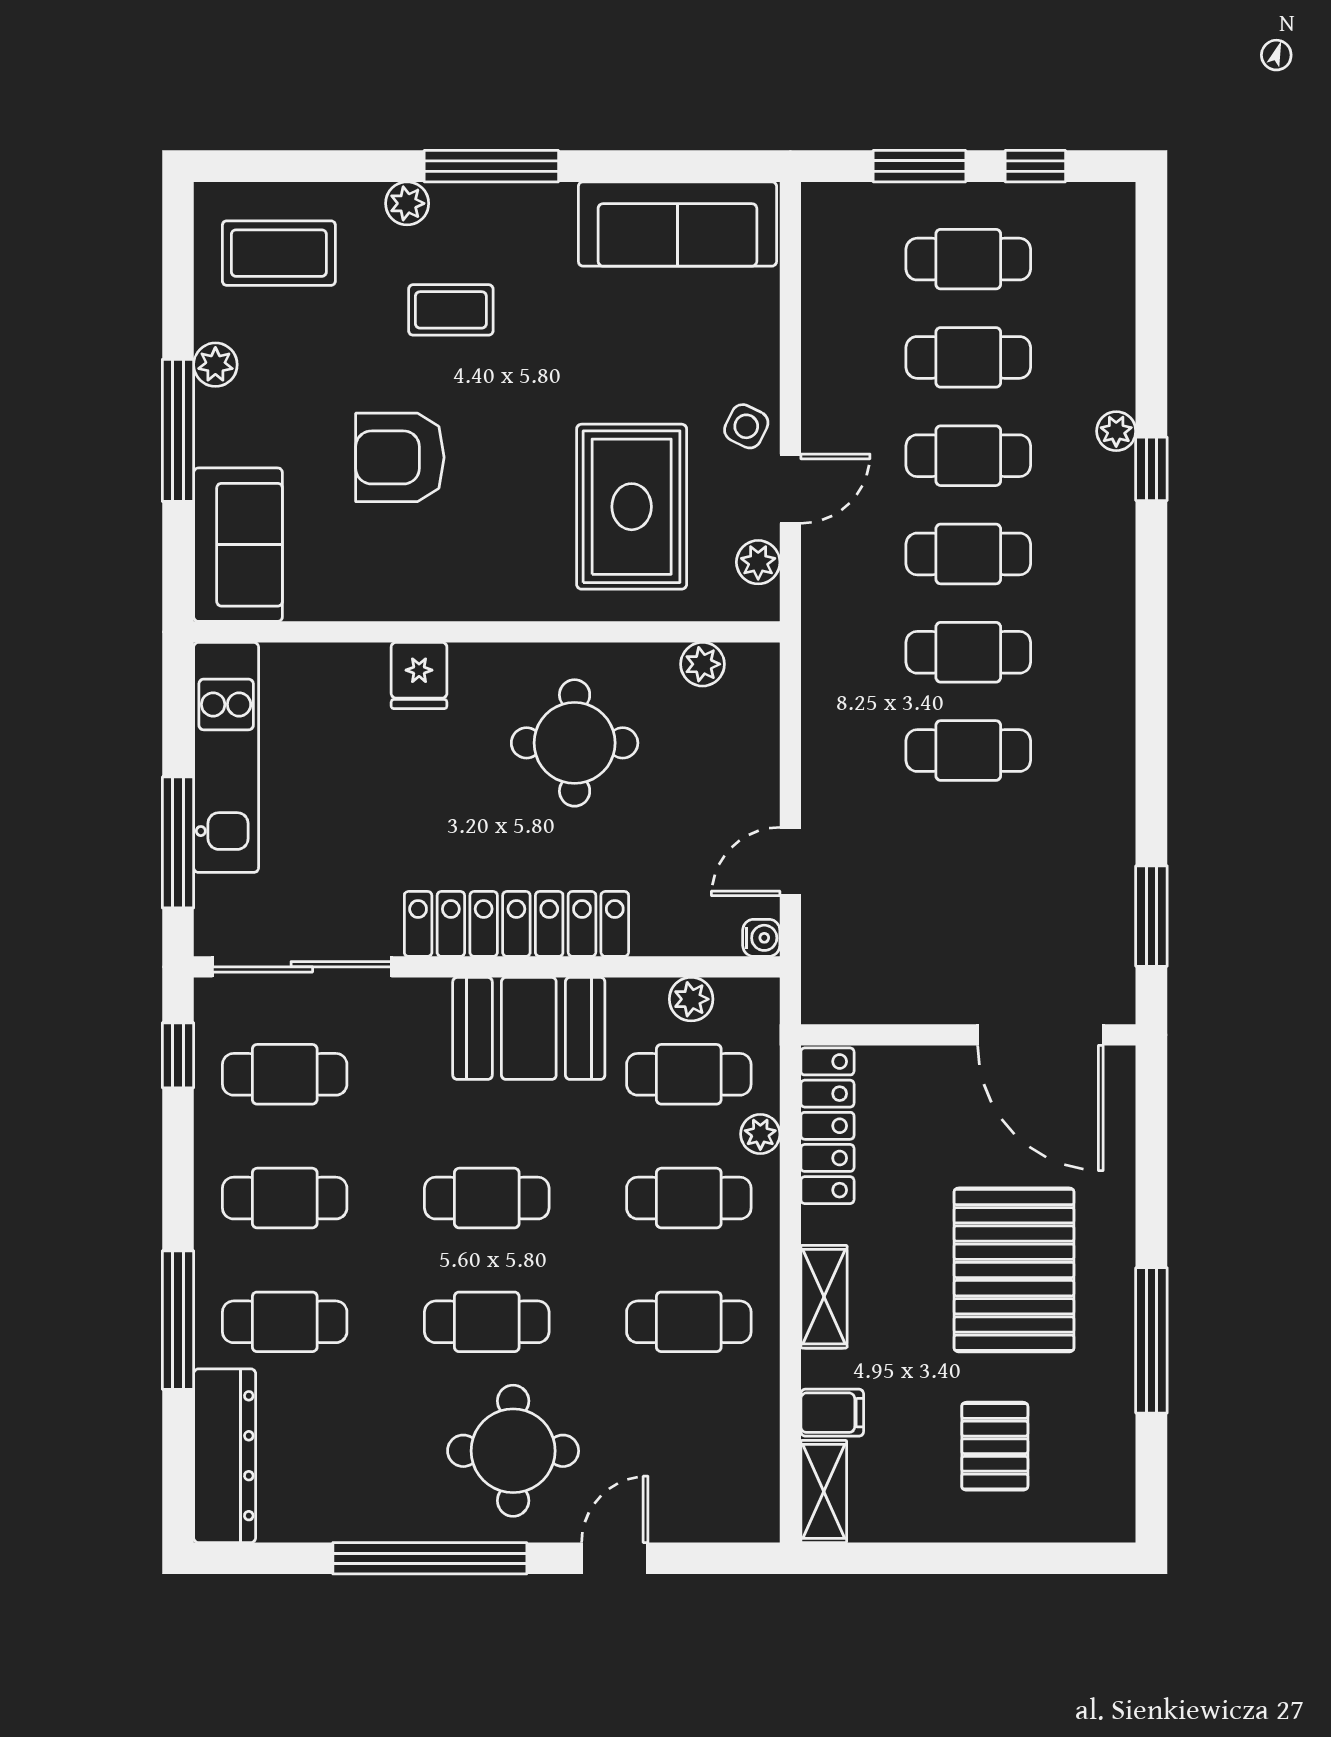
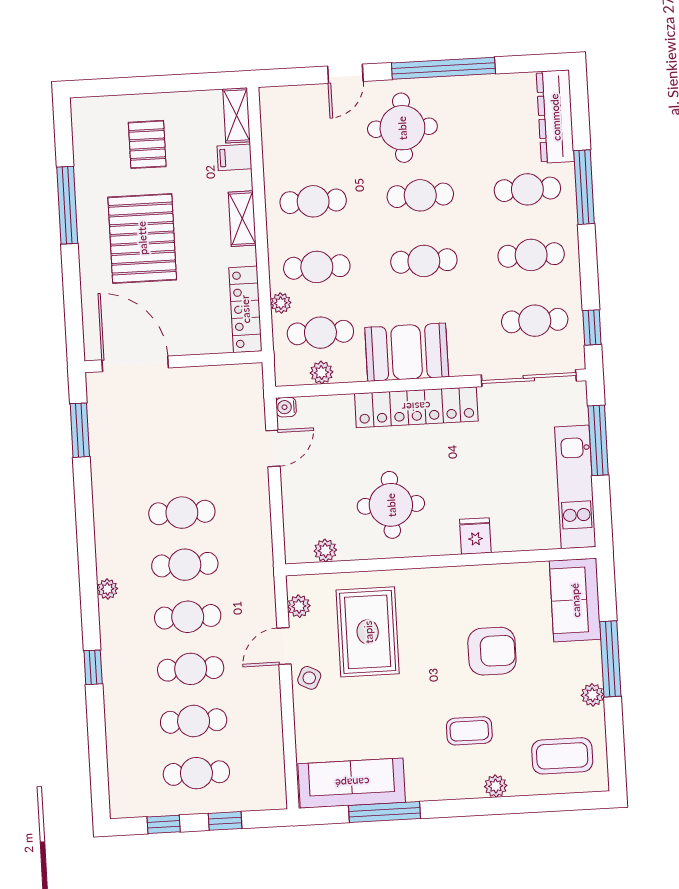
window: (491, 166) -> (385, 812), moved
window: (919, 166) -> (225, 821), width x0.67
plant: (1116, 431) -> (107, 589), moved

